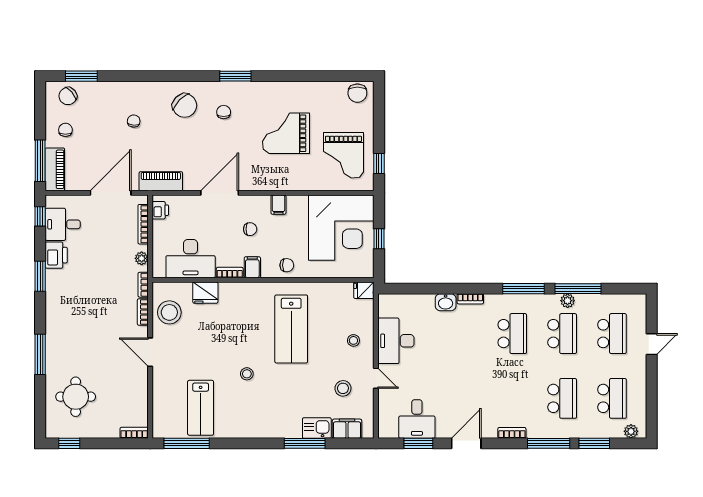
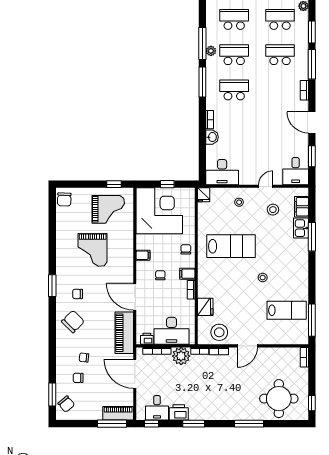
chair: (357, 93) -> (64, 199), turned 92
chair: (65, 130) -> (78, 378), moved
piano: (161, 181) -> (124, 333), width x1.37, depth x1.33
plant: (142, 258) -> (181, 356), width x1.88, depth x1.88
desk: (191, 259) -> (172, 331), moved, turned 90
desk: (396, 341) -> (222, 172), moved
round table: (76, 397) -> (279, 399), width x1.36, depth x1.36
desk: (417, 419) -> (296, 171), moved, turned 90

